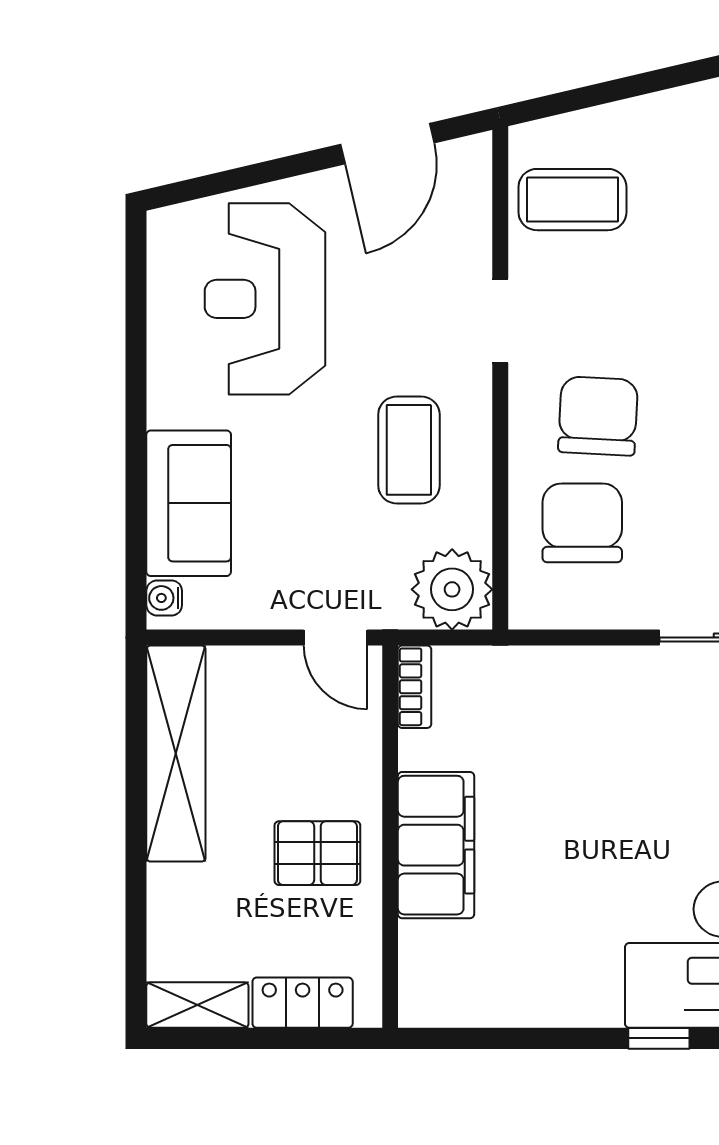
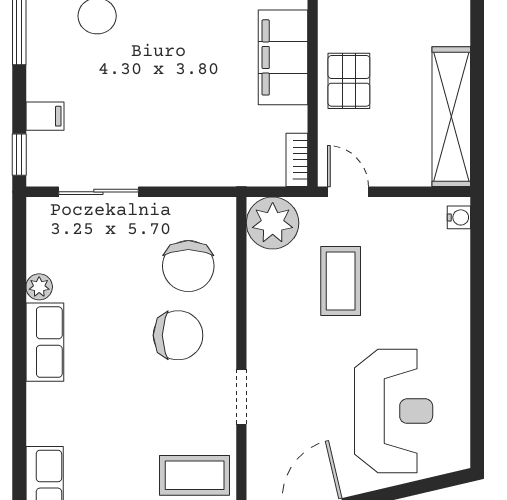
chair: (598, 416) -> (178, 335), turned -93
coffee table: (409, 450) -> (341, 281), moved
sofa: (189, 503) -> (443, 279), removed
pallet: (317, 853) -> (349, 81), moved, turned 90

